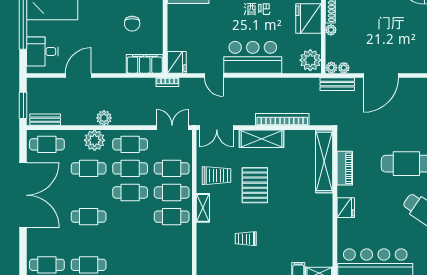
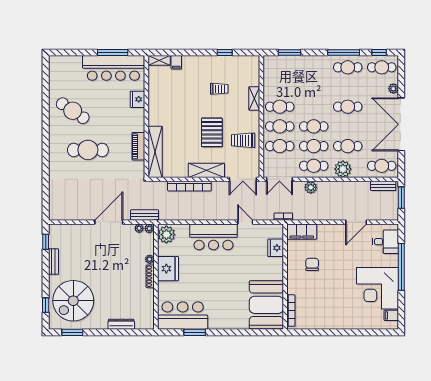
fridge: (177, 62) -> (276, 248), moved
plant: (104, 118) -> (311, 187), moved
double door: (217, 128) -> (243, 179), swing flipped
shelving: (203, 208) -> (254, 98), moved
fridge: (346, 208) -> (137, 99), moved
plant: (33, 239) -> (393, 89), added

